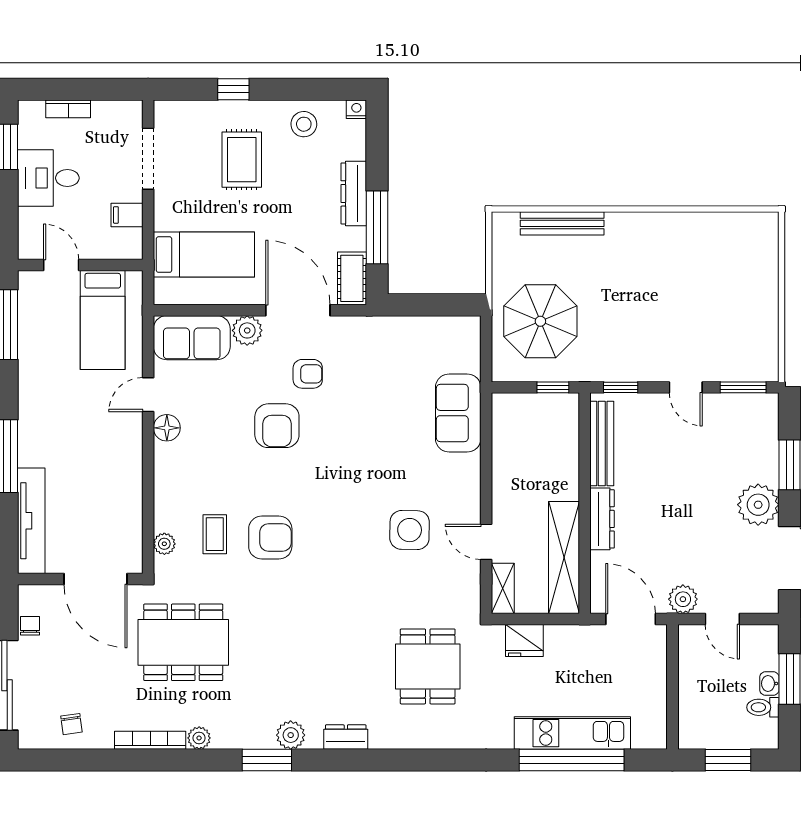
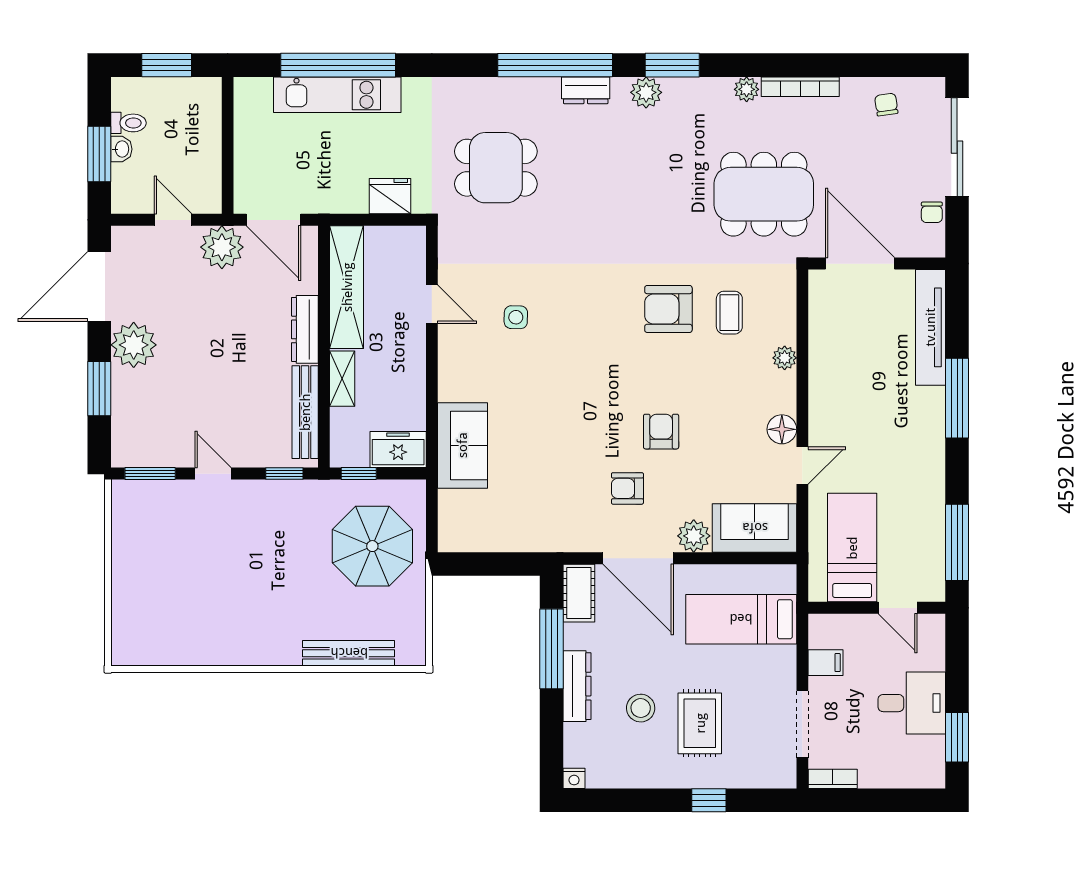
bookcase: (68, 109) -> (833, 779), moved
stool: (304, 124) -> (641, 708), moved
freezer: (517, 409) -> (398, 450), added
armchair: (277, 426) -> (661, 432), width x0.72, depth x0.72
side table: (410, 530) -> (516, 317), width x0.54, depth x0.54
plant: (164, 544) -> (785, 358), moved
shelving: (503, 588) -> (342, 379), moved
plant: (683, 599) -> (222, 247), width x1.36, depth x1.36
dining table: (428, 666) -> (496, 168), turned 90
window: (374, 760) -> (555, 65), added

